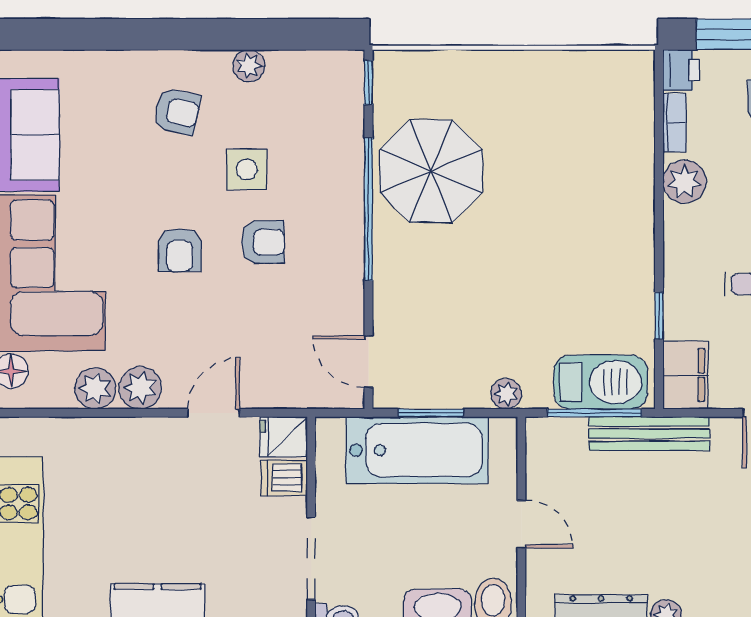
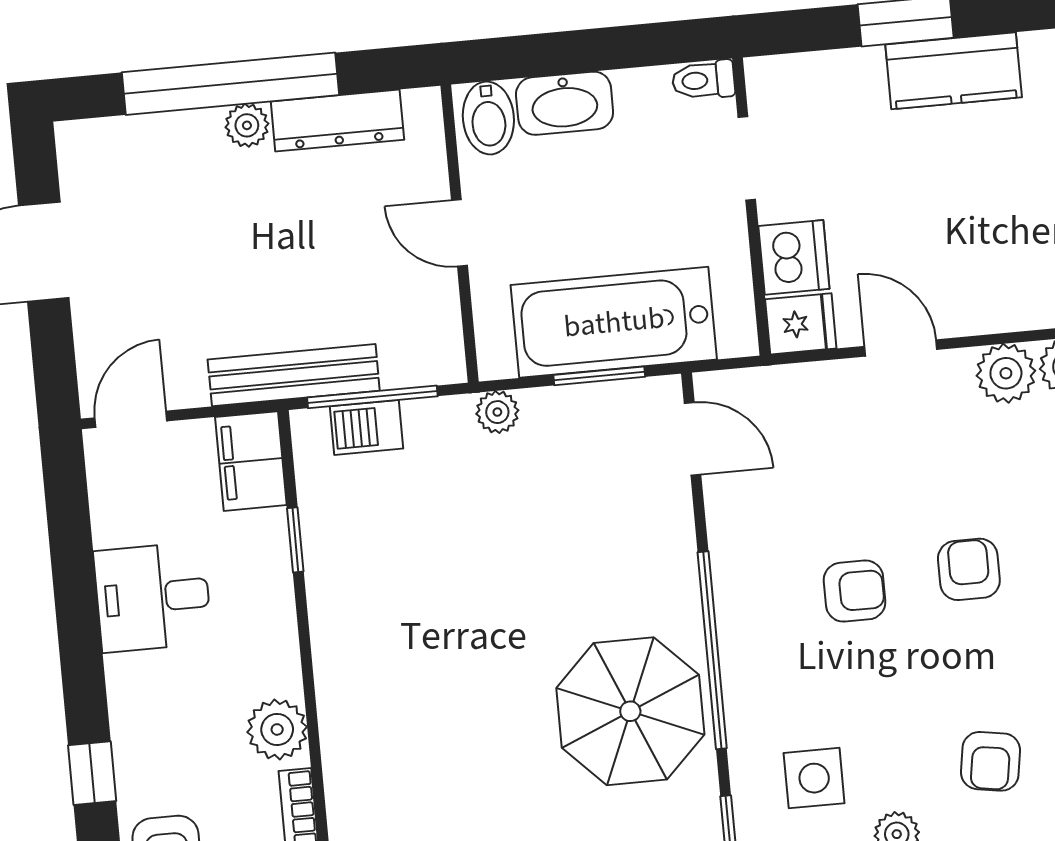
armchair: (177, 112) -> (990, 761), turned -93
side table: (247, 169) -> (814, 778), moved
armchair: (263, 242) -> (855, 591), turned 180
barbecue: (601, 382) -> (366, 427), width x0.53, depth x0.65
door: (214, 413) -> (901, 348), swing flipped
dishwasher: (284, 478) -> (794, 257), width x1.38
doorway: (311, 559) -> (747, 158), width x0.73

